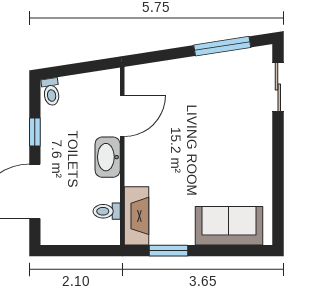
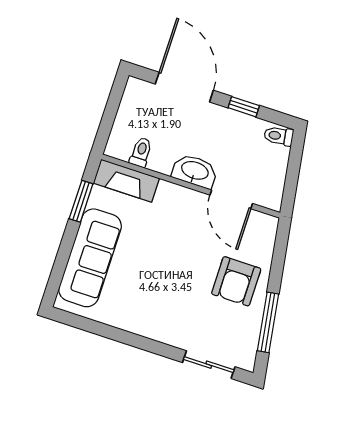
armchair: (195, 87) -> (236, 281), added
sofa: (229, 226) -> (90, 258), width x1.36

